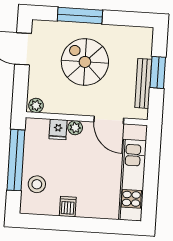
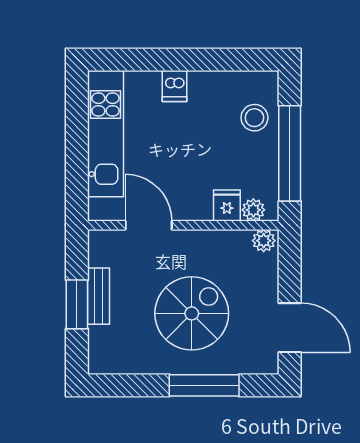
spiral stairs: (85, 62) -> (192, 313), turned -90
bench: (143, 83) -> (98, 296), width x0.73
plant: (75, 128) -> (253, 210), moved
dishwasher: (68, 207) -> (175, 86), moved

